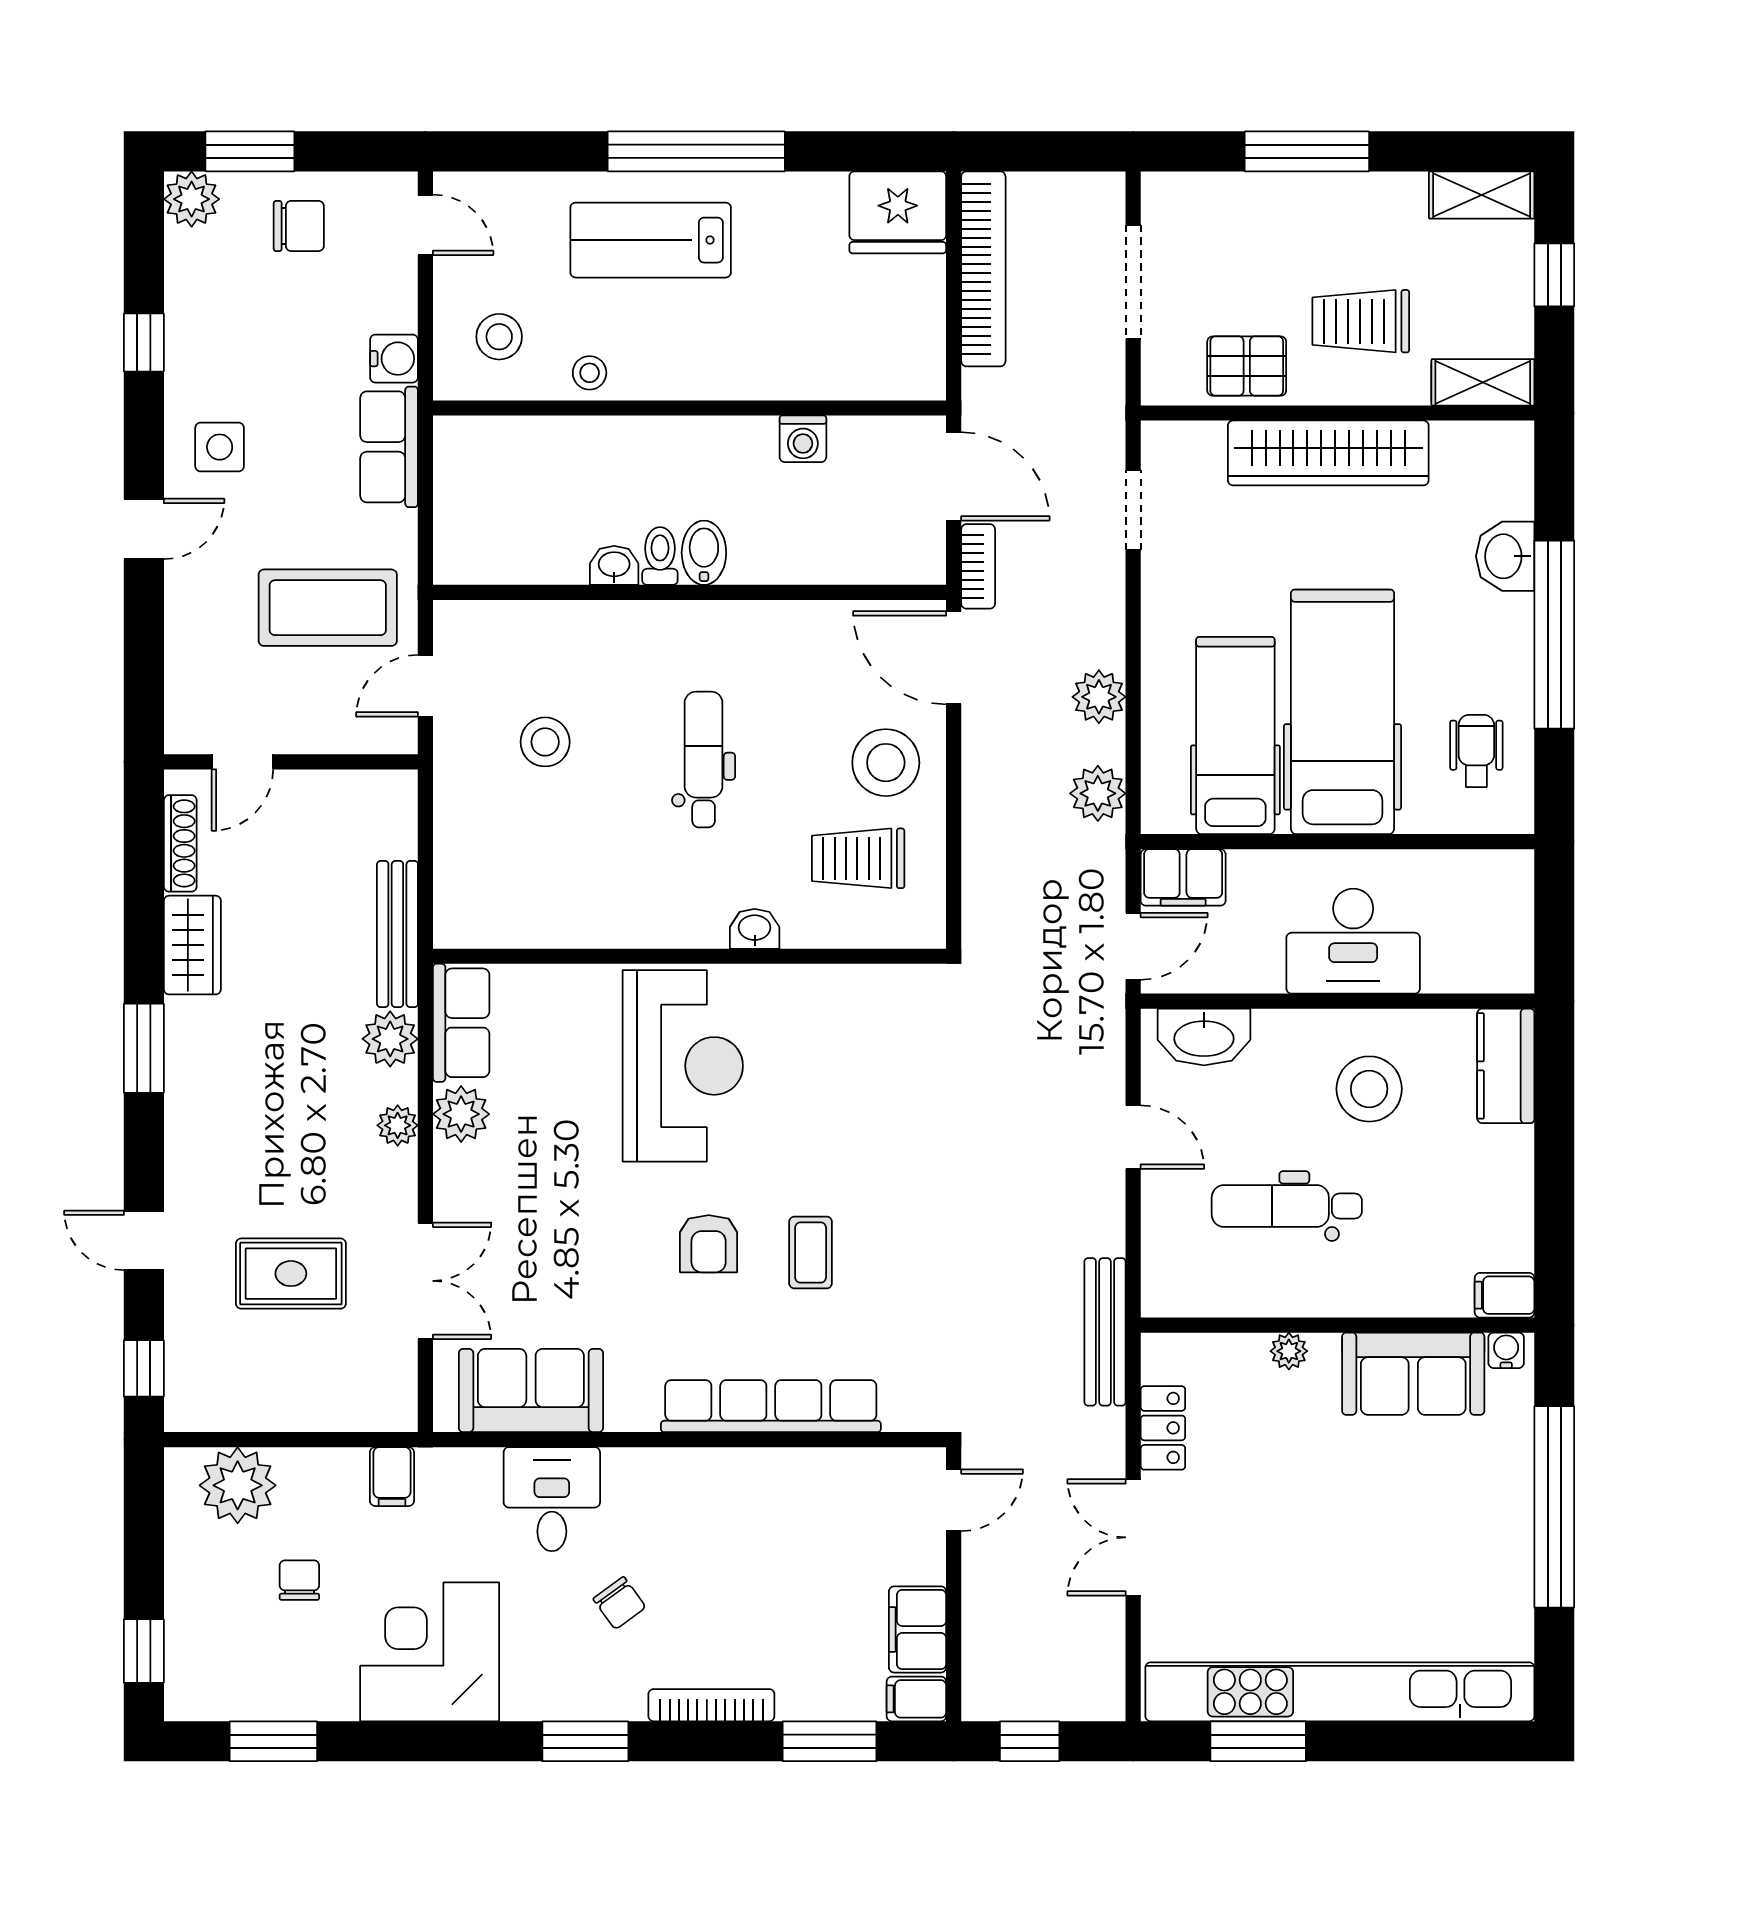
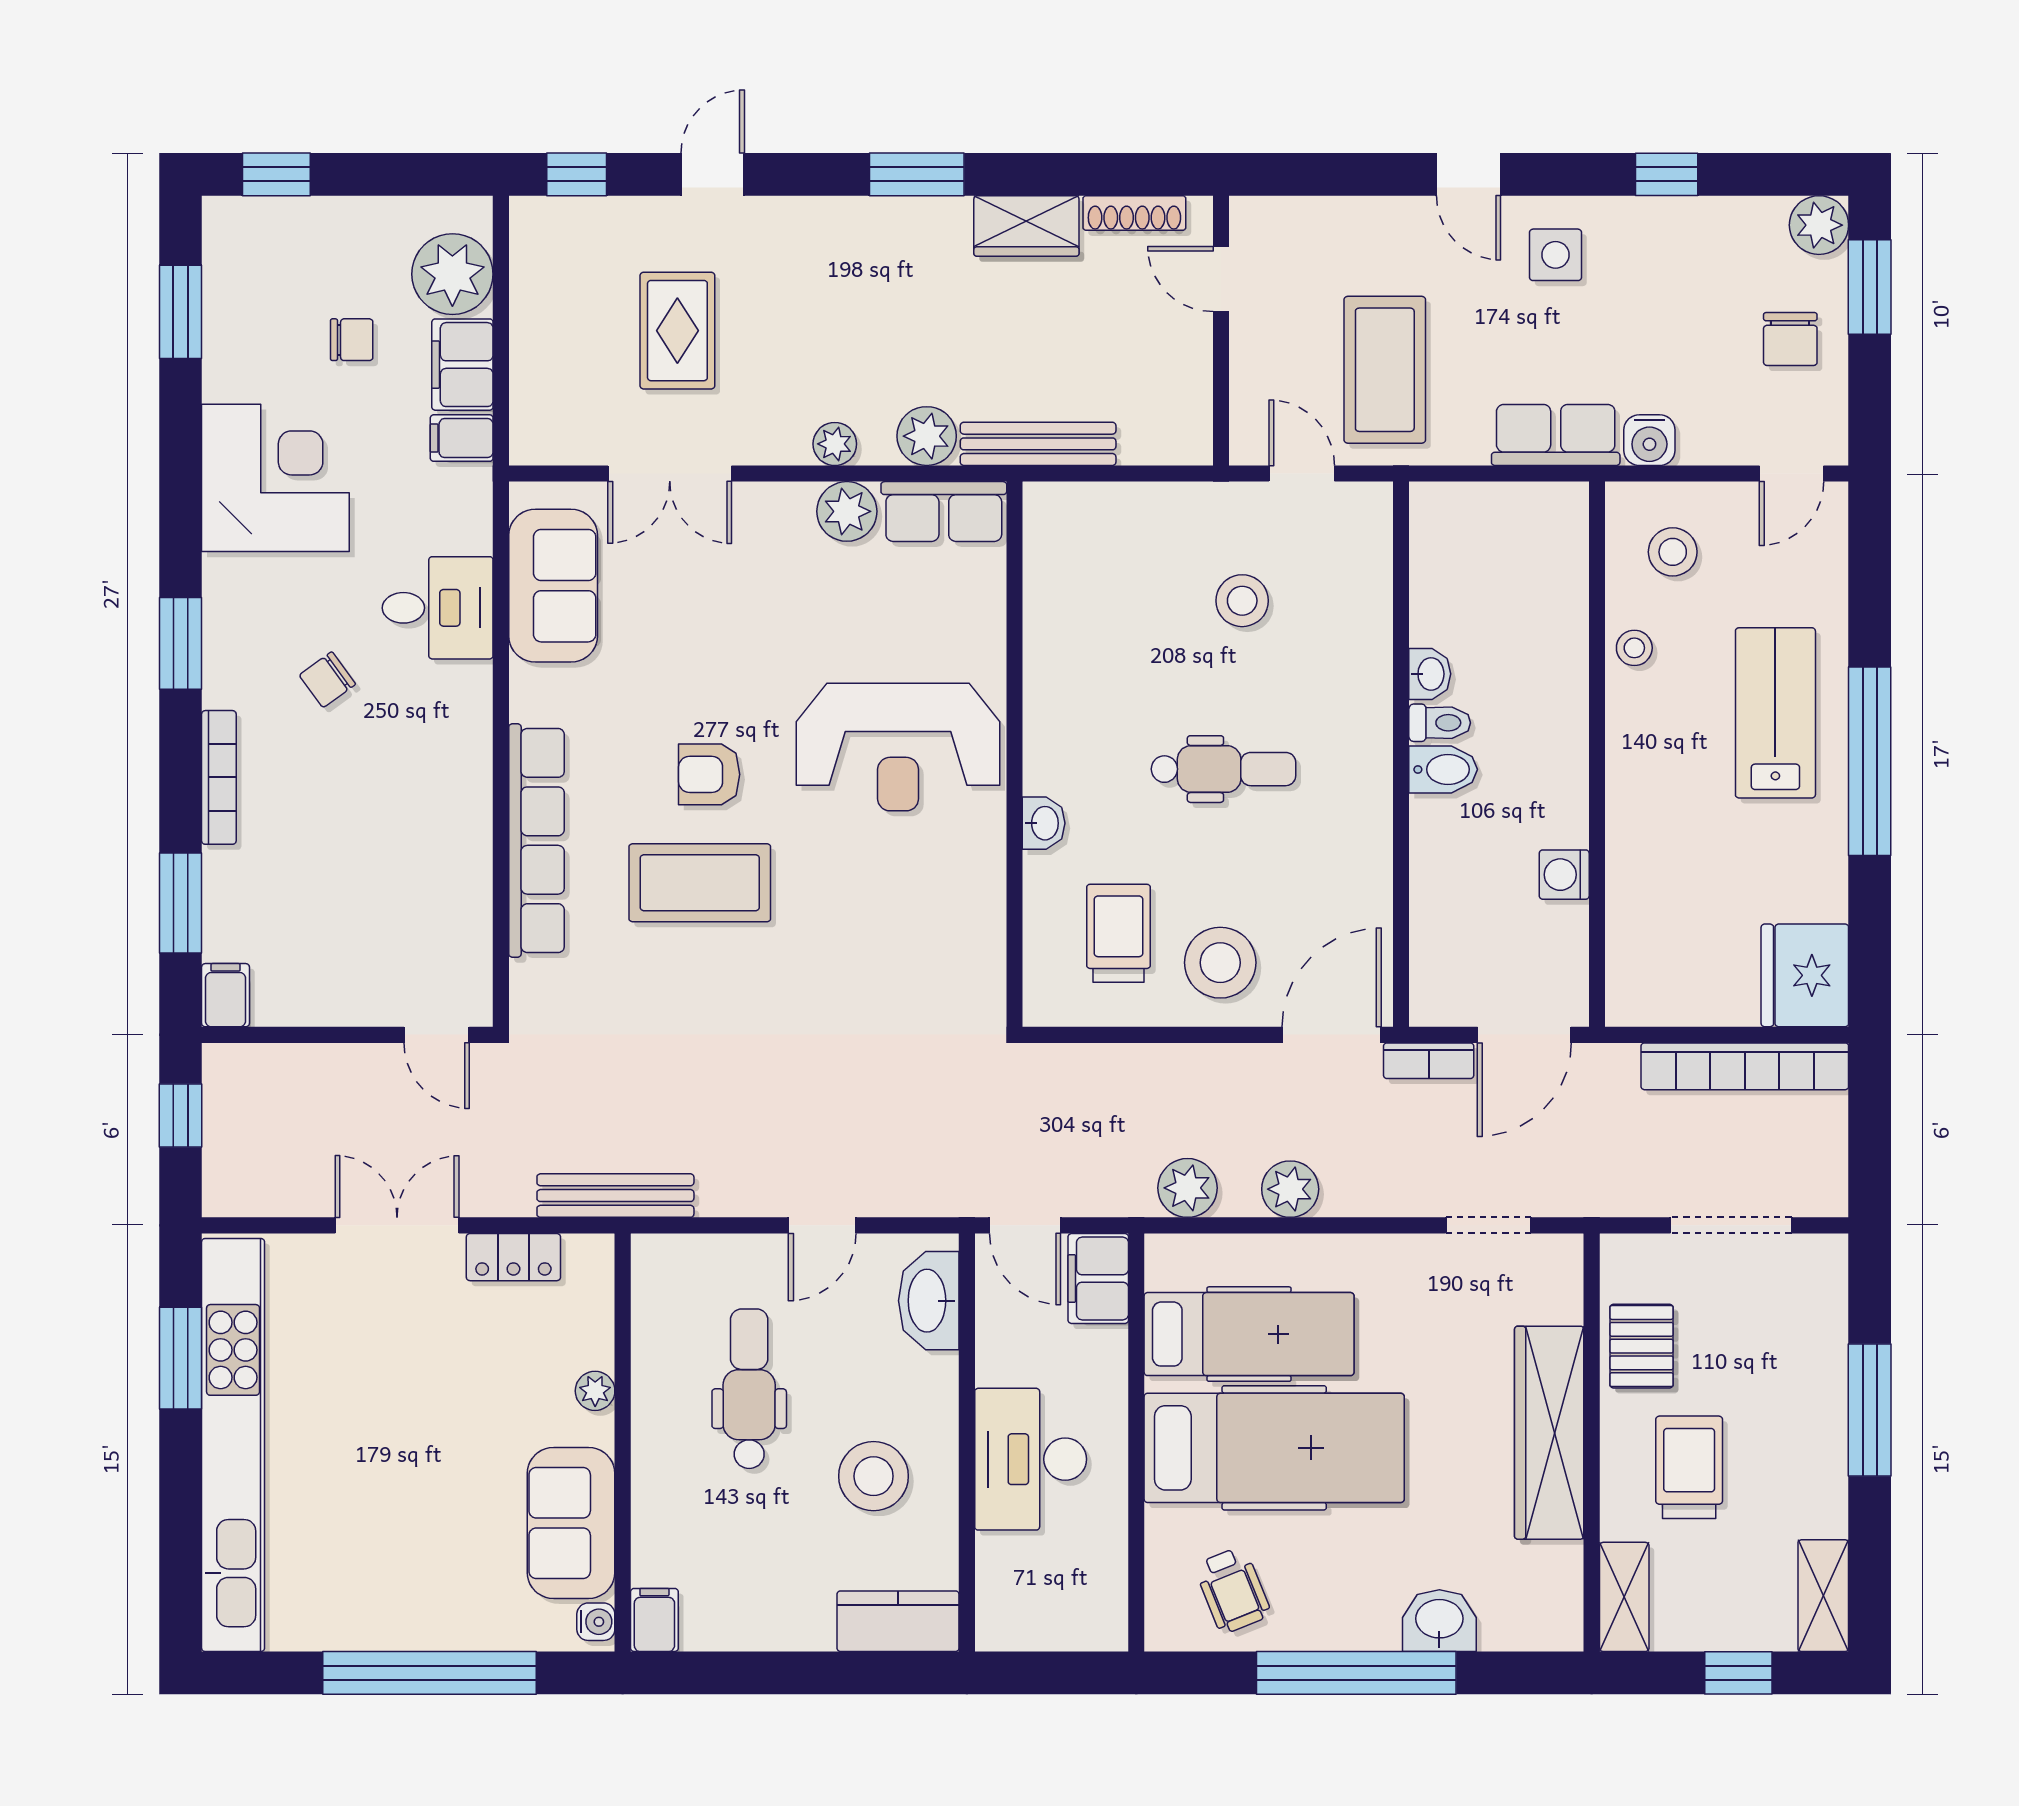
wheelchair: (1476, 751) -> (1233, 1590), turned 68
coffee table: (811, 1252) -> (700, 883), width x1.86, depth x1.72
filing cabinet: (918, 1629) -> (462, 365), moved, turned -90

